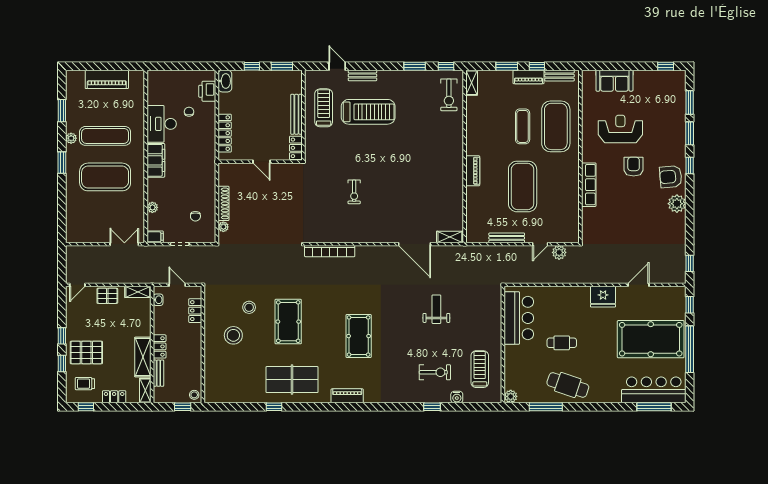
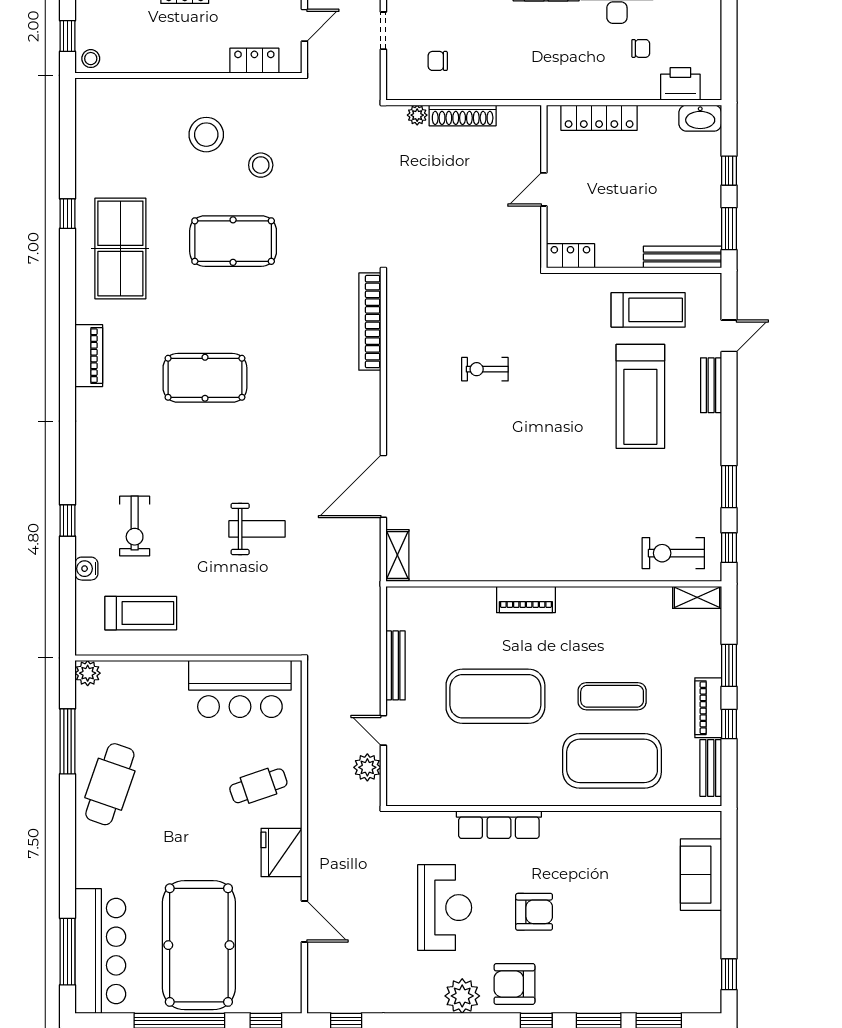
bench: (296, 114) -> (683, 257), moved
reception desk: (620, 129) -> (445, 908), moved
armchair: (671, 177) -> (514, 984), turned -85
cafe table: (562, 343) -> (258, 786), moved, turned 71

